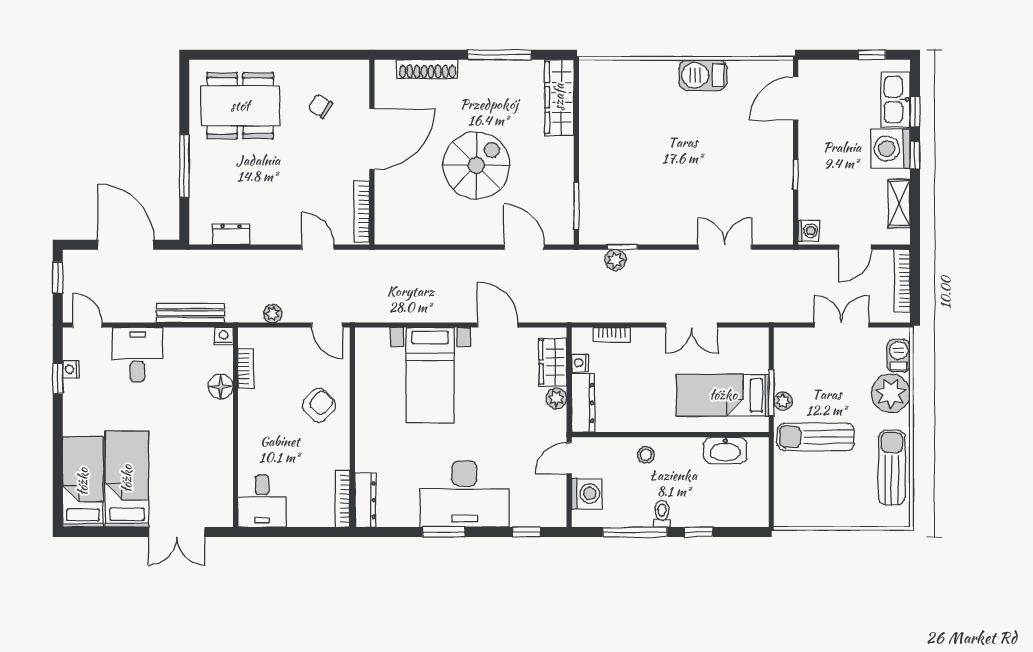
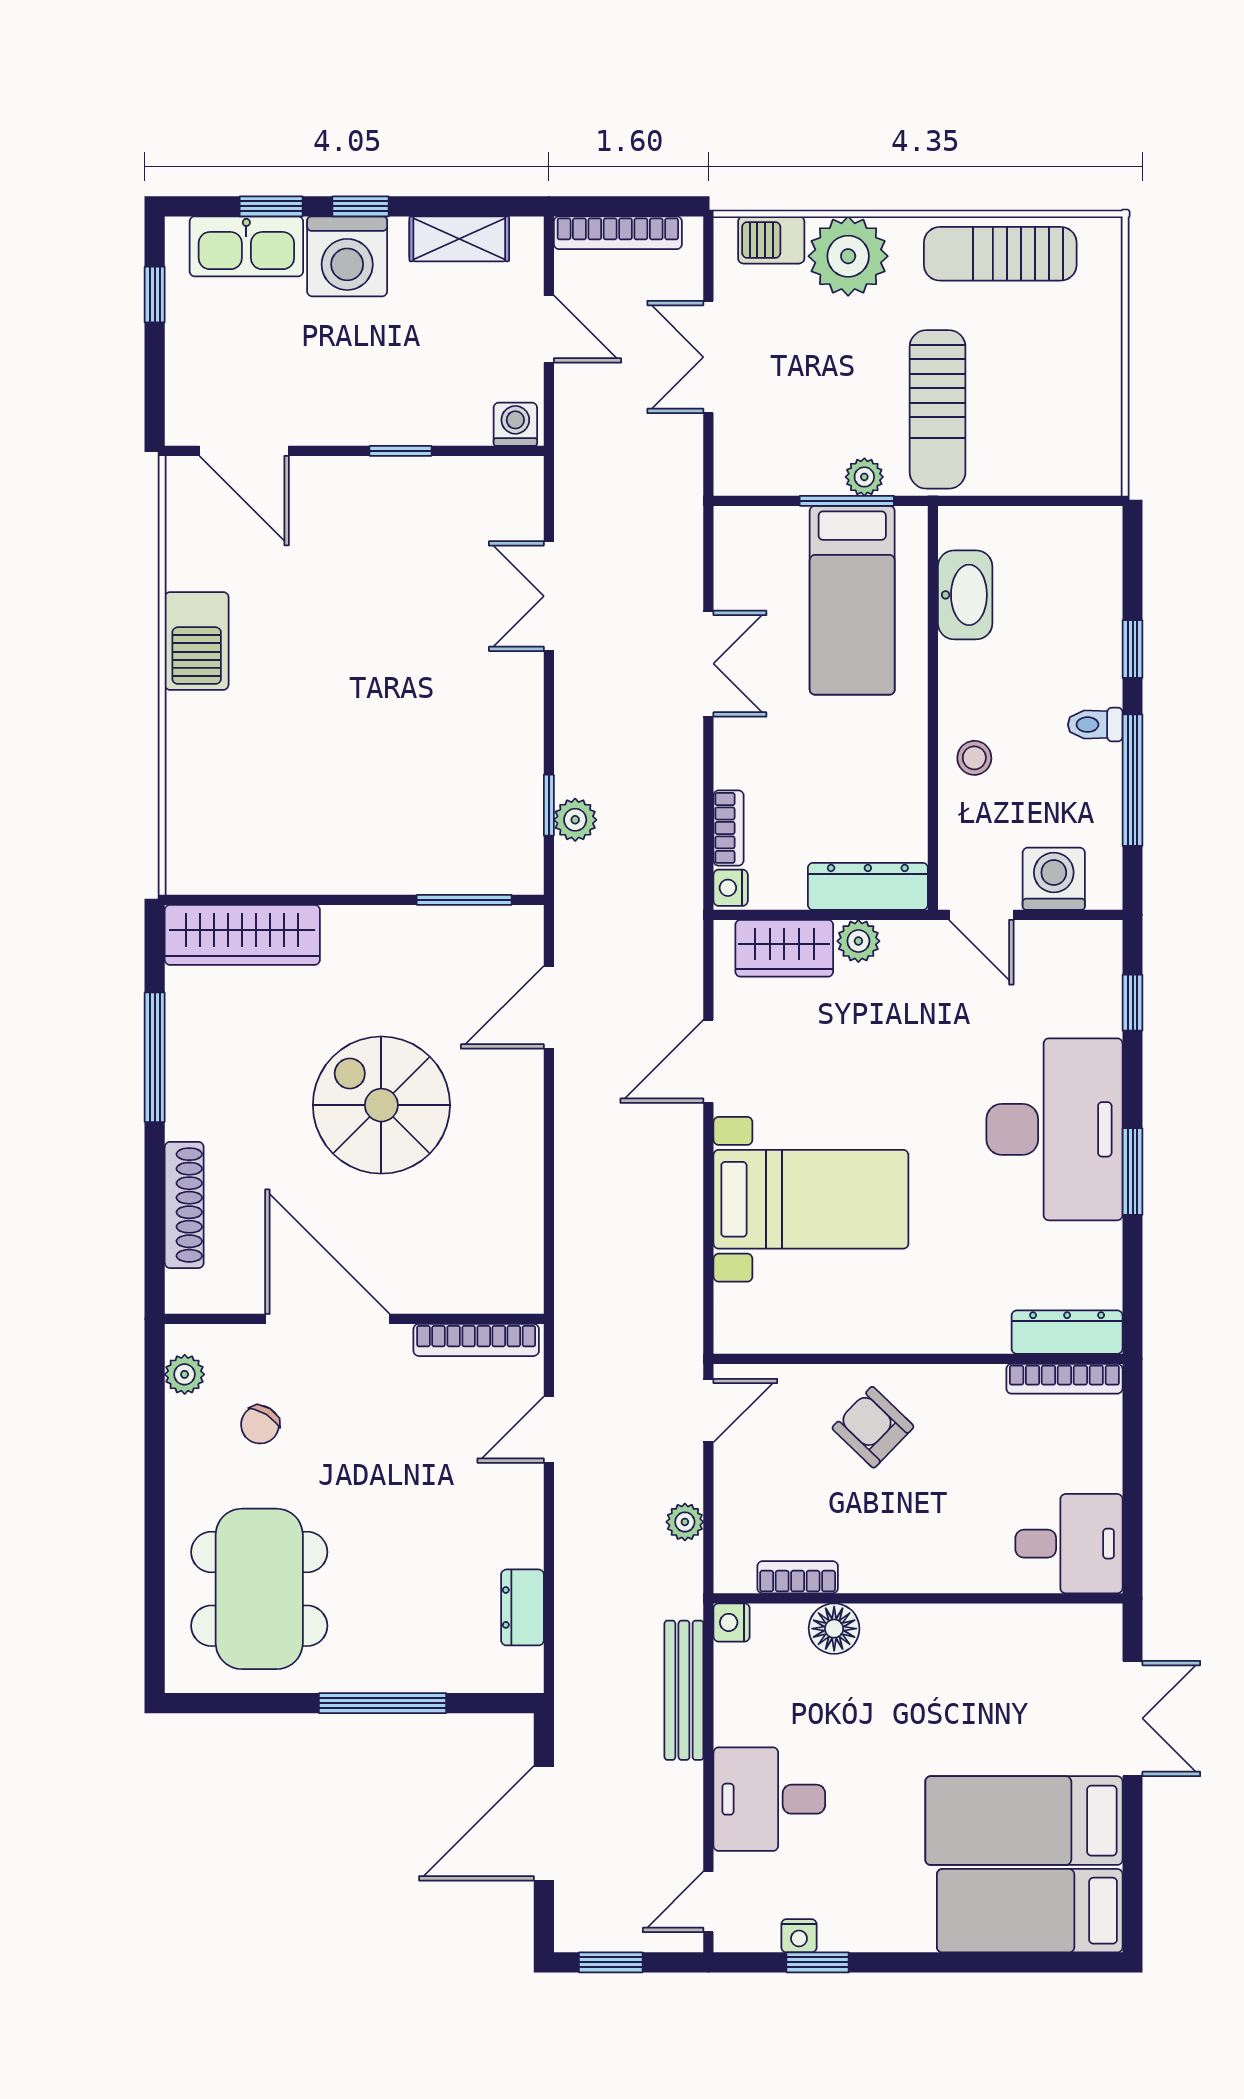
plant: (345, 69) -> (185, 1374), added
nightstand: (580, 363) -> (731, 888), moved, turned 90

